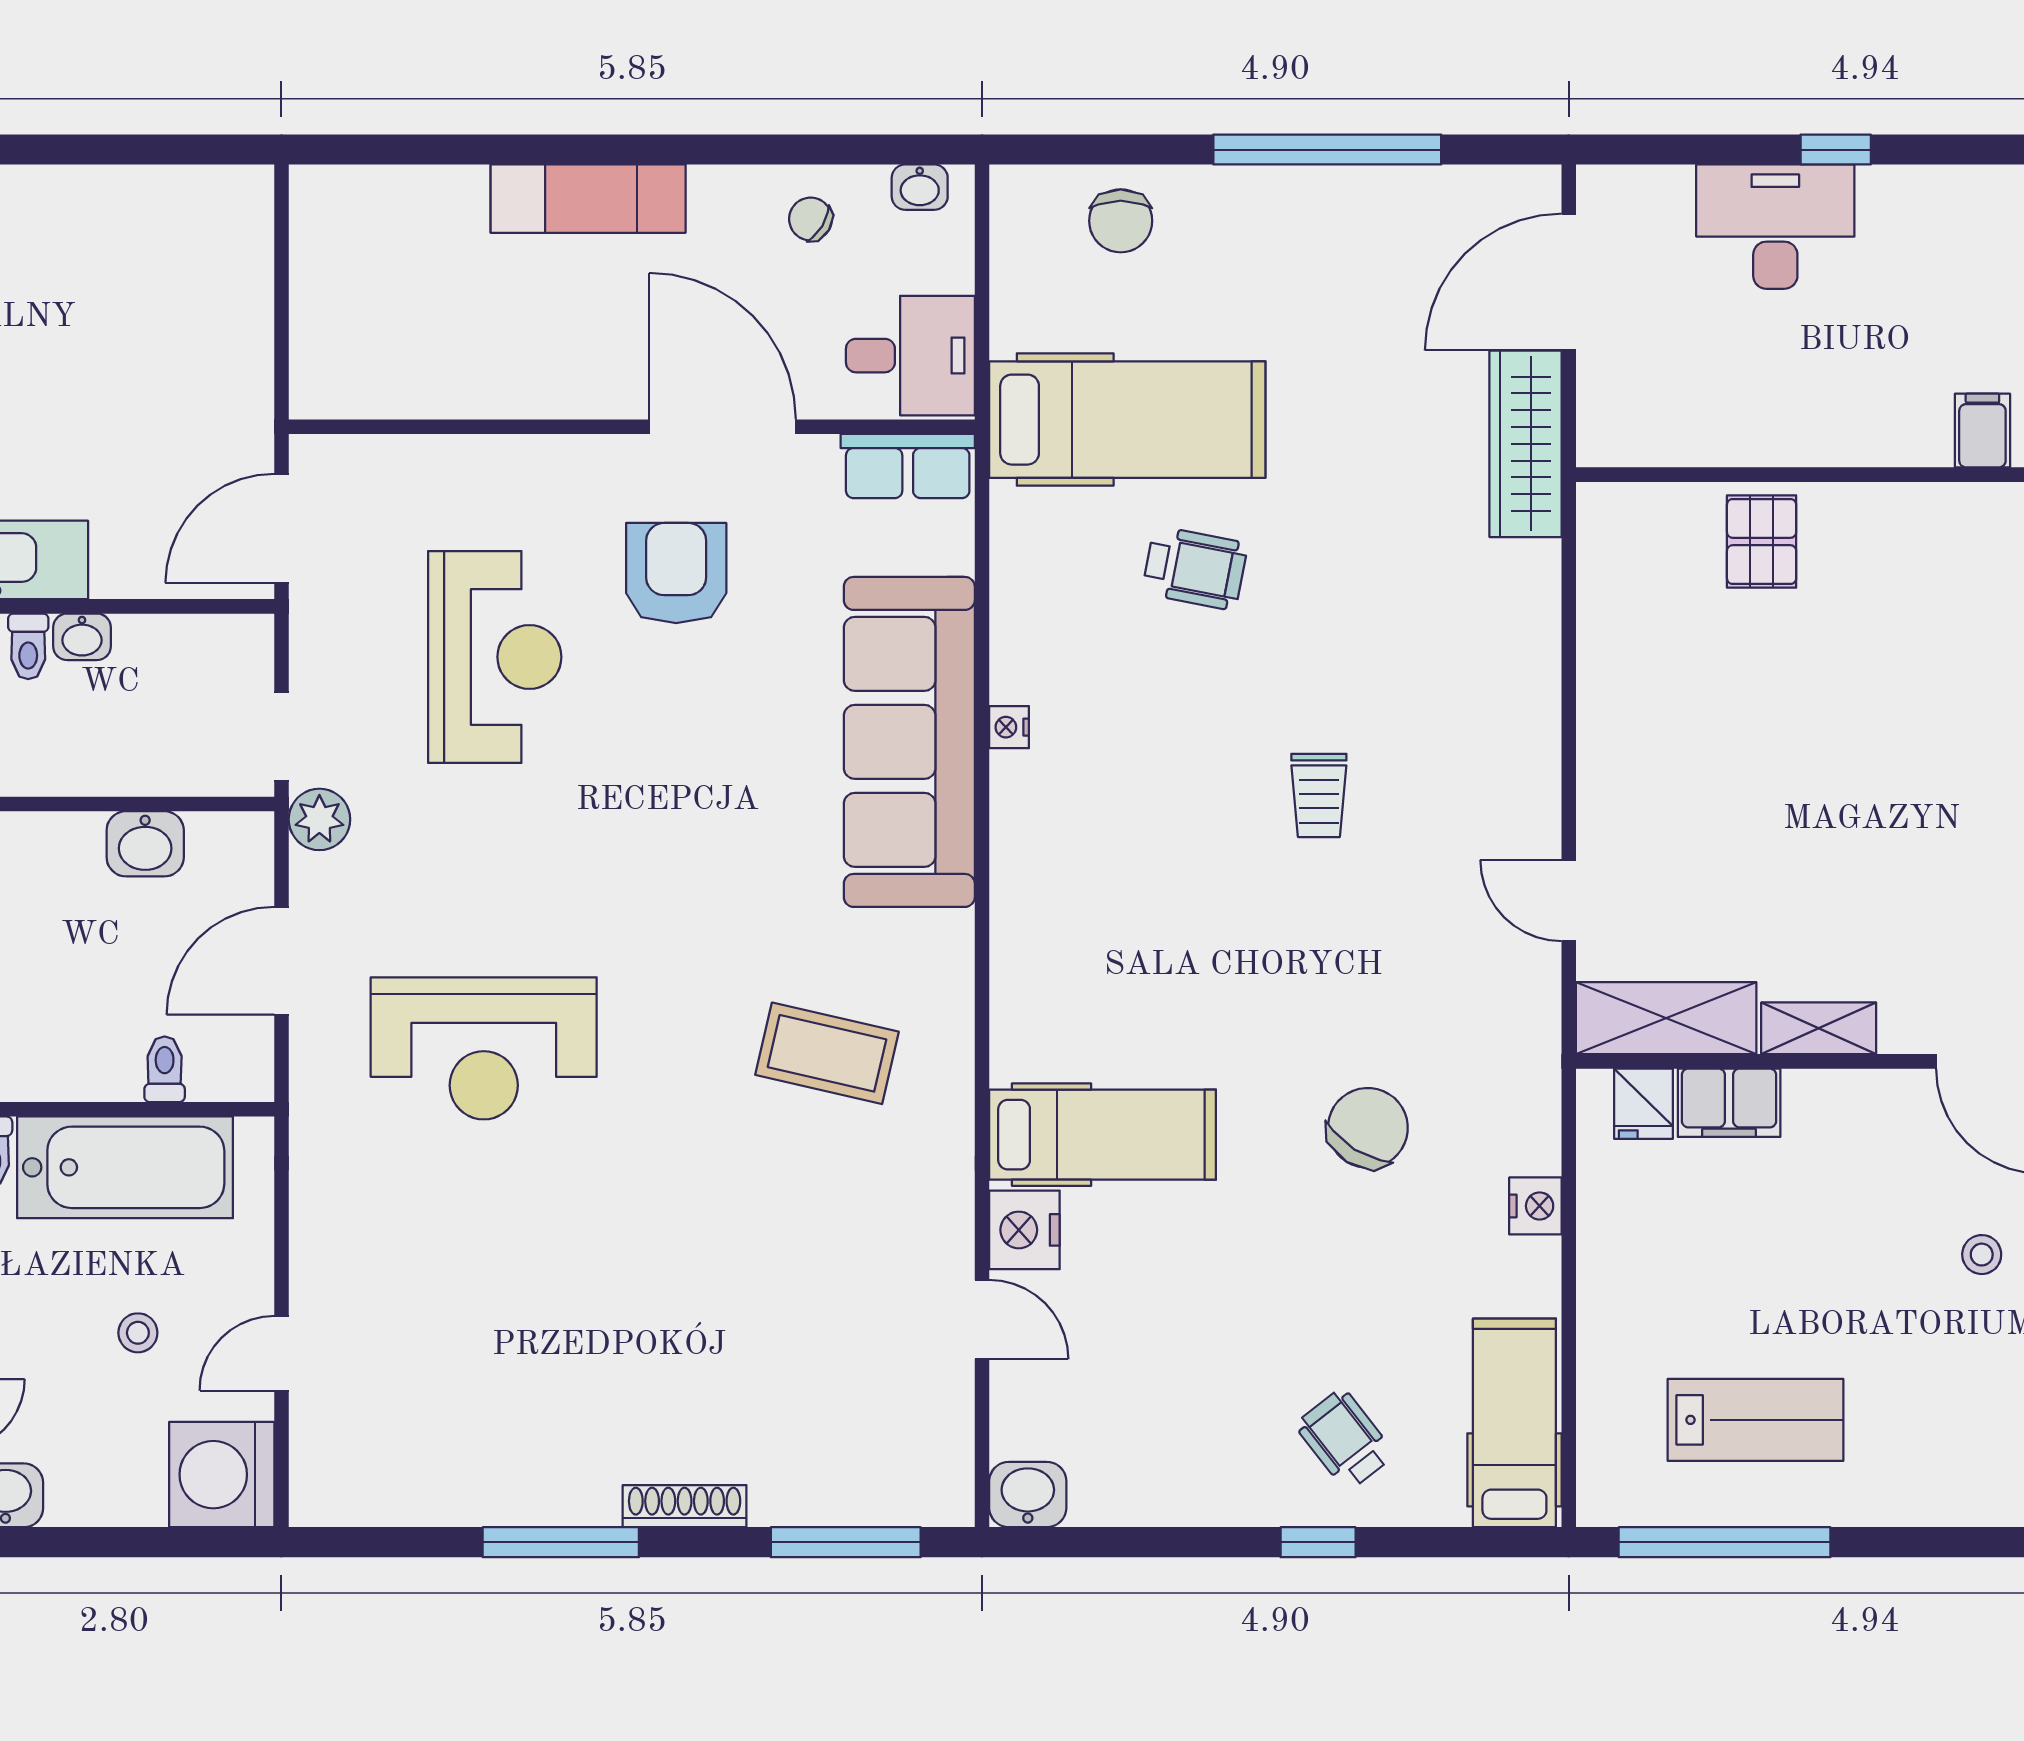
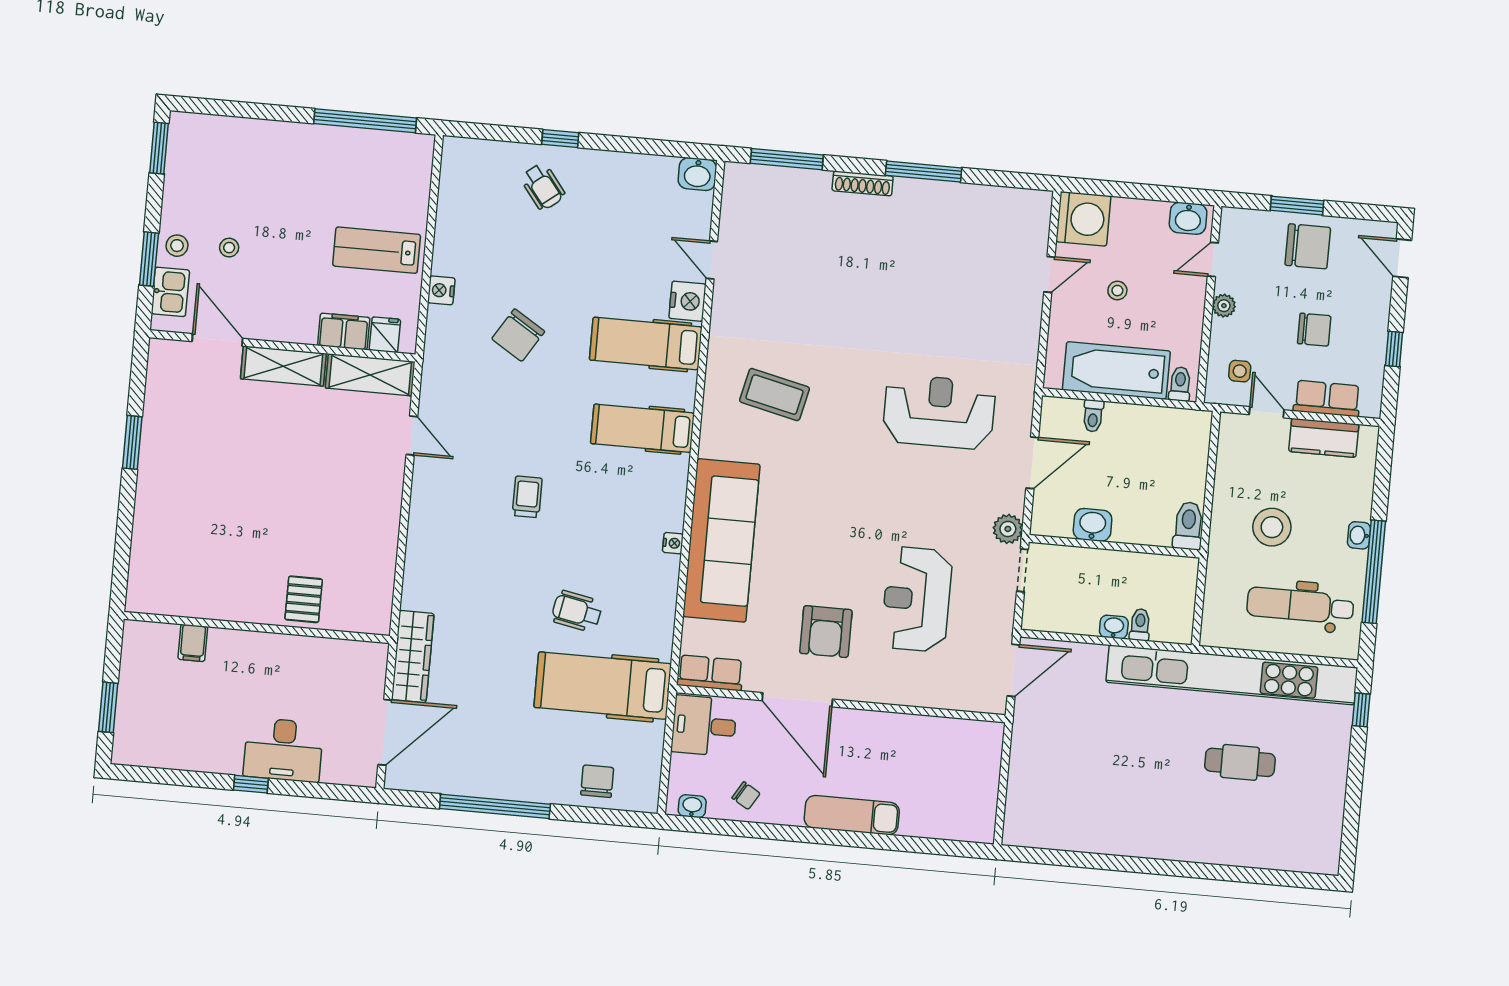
shelving: (1819, 1028) -> (283, 366), width x1.50, depth x1.33
lab bench: (1756, 1420) -> (377, 250), moved
hospital bed: (1514, 1423) -> (642, 428), moved, turned 90

